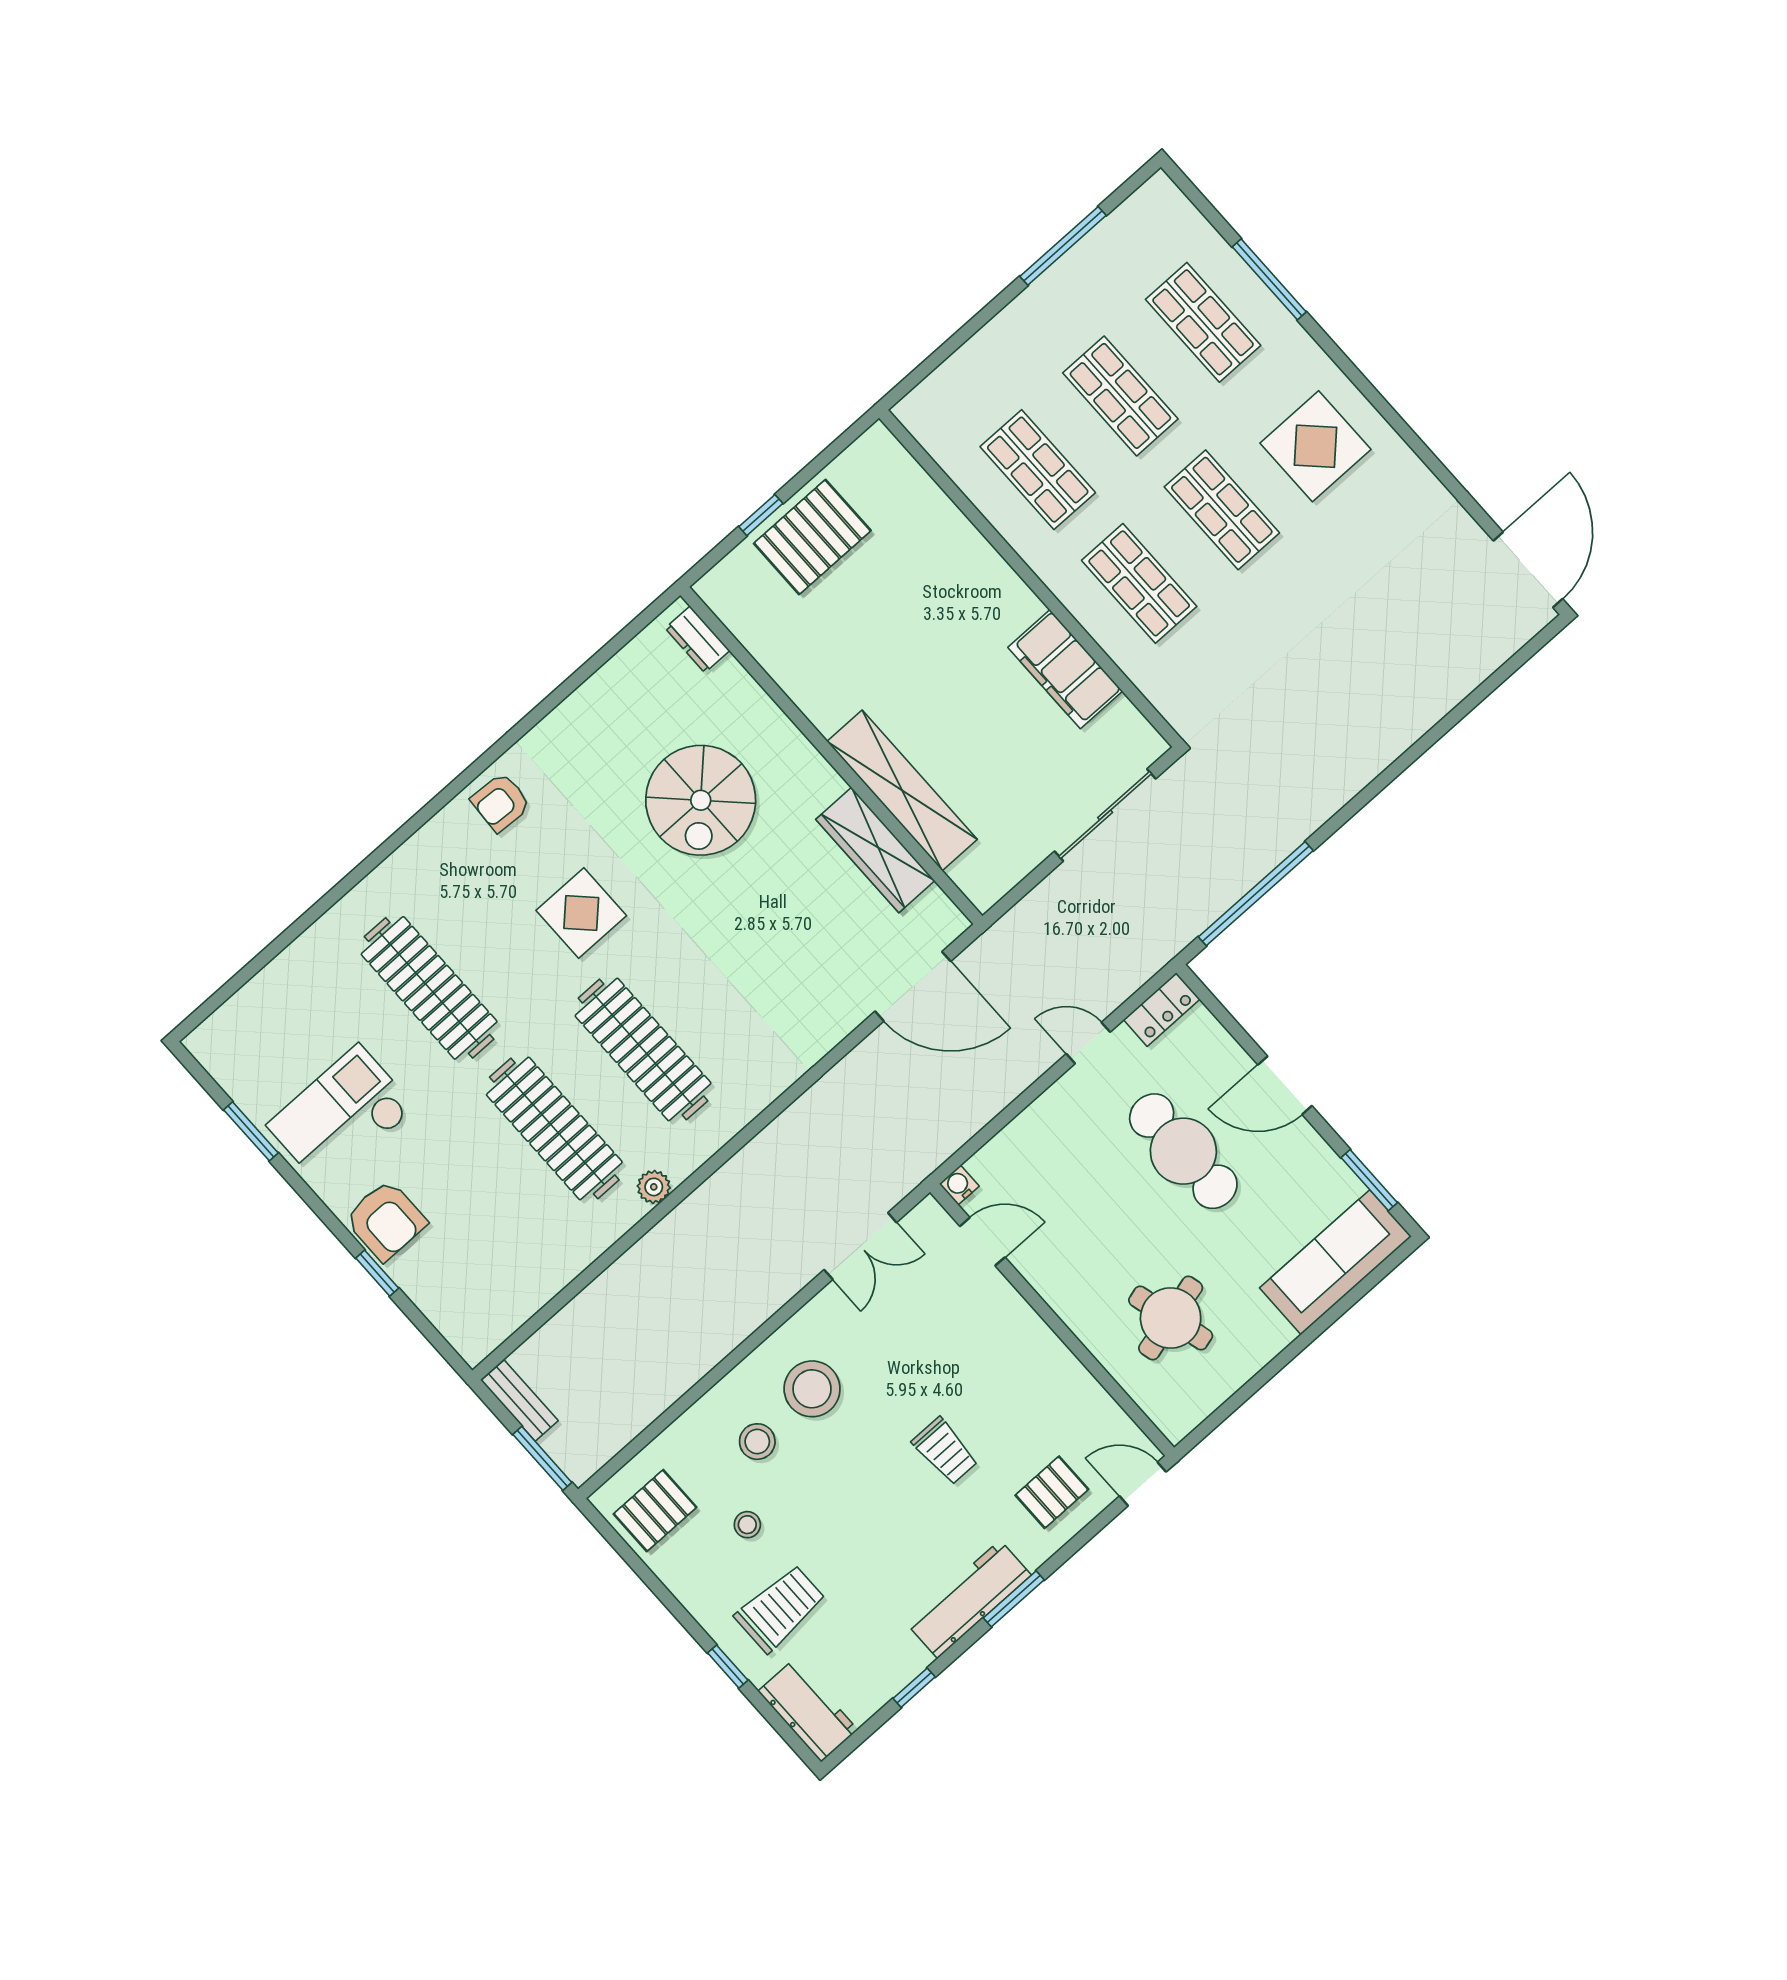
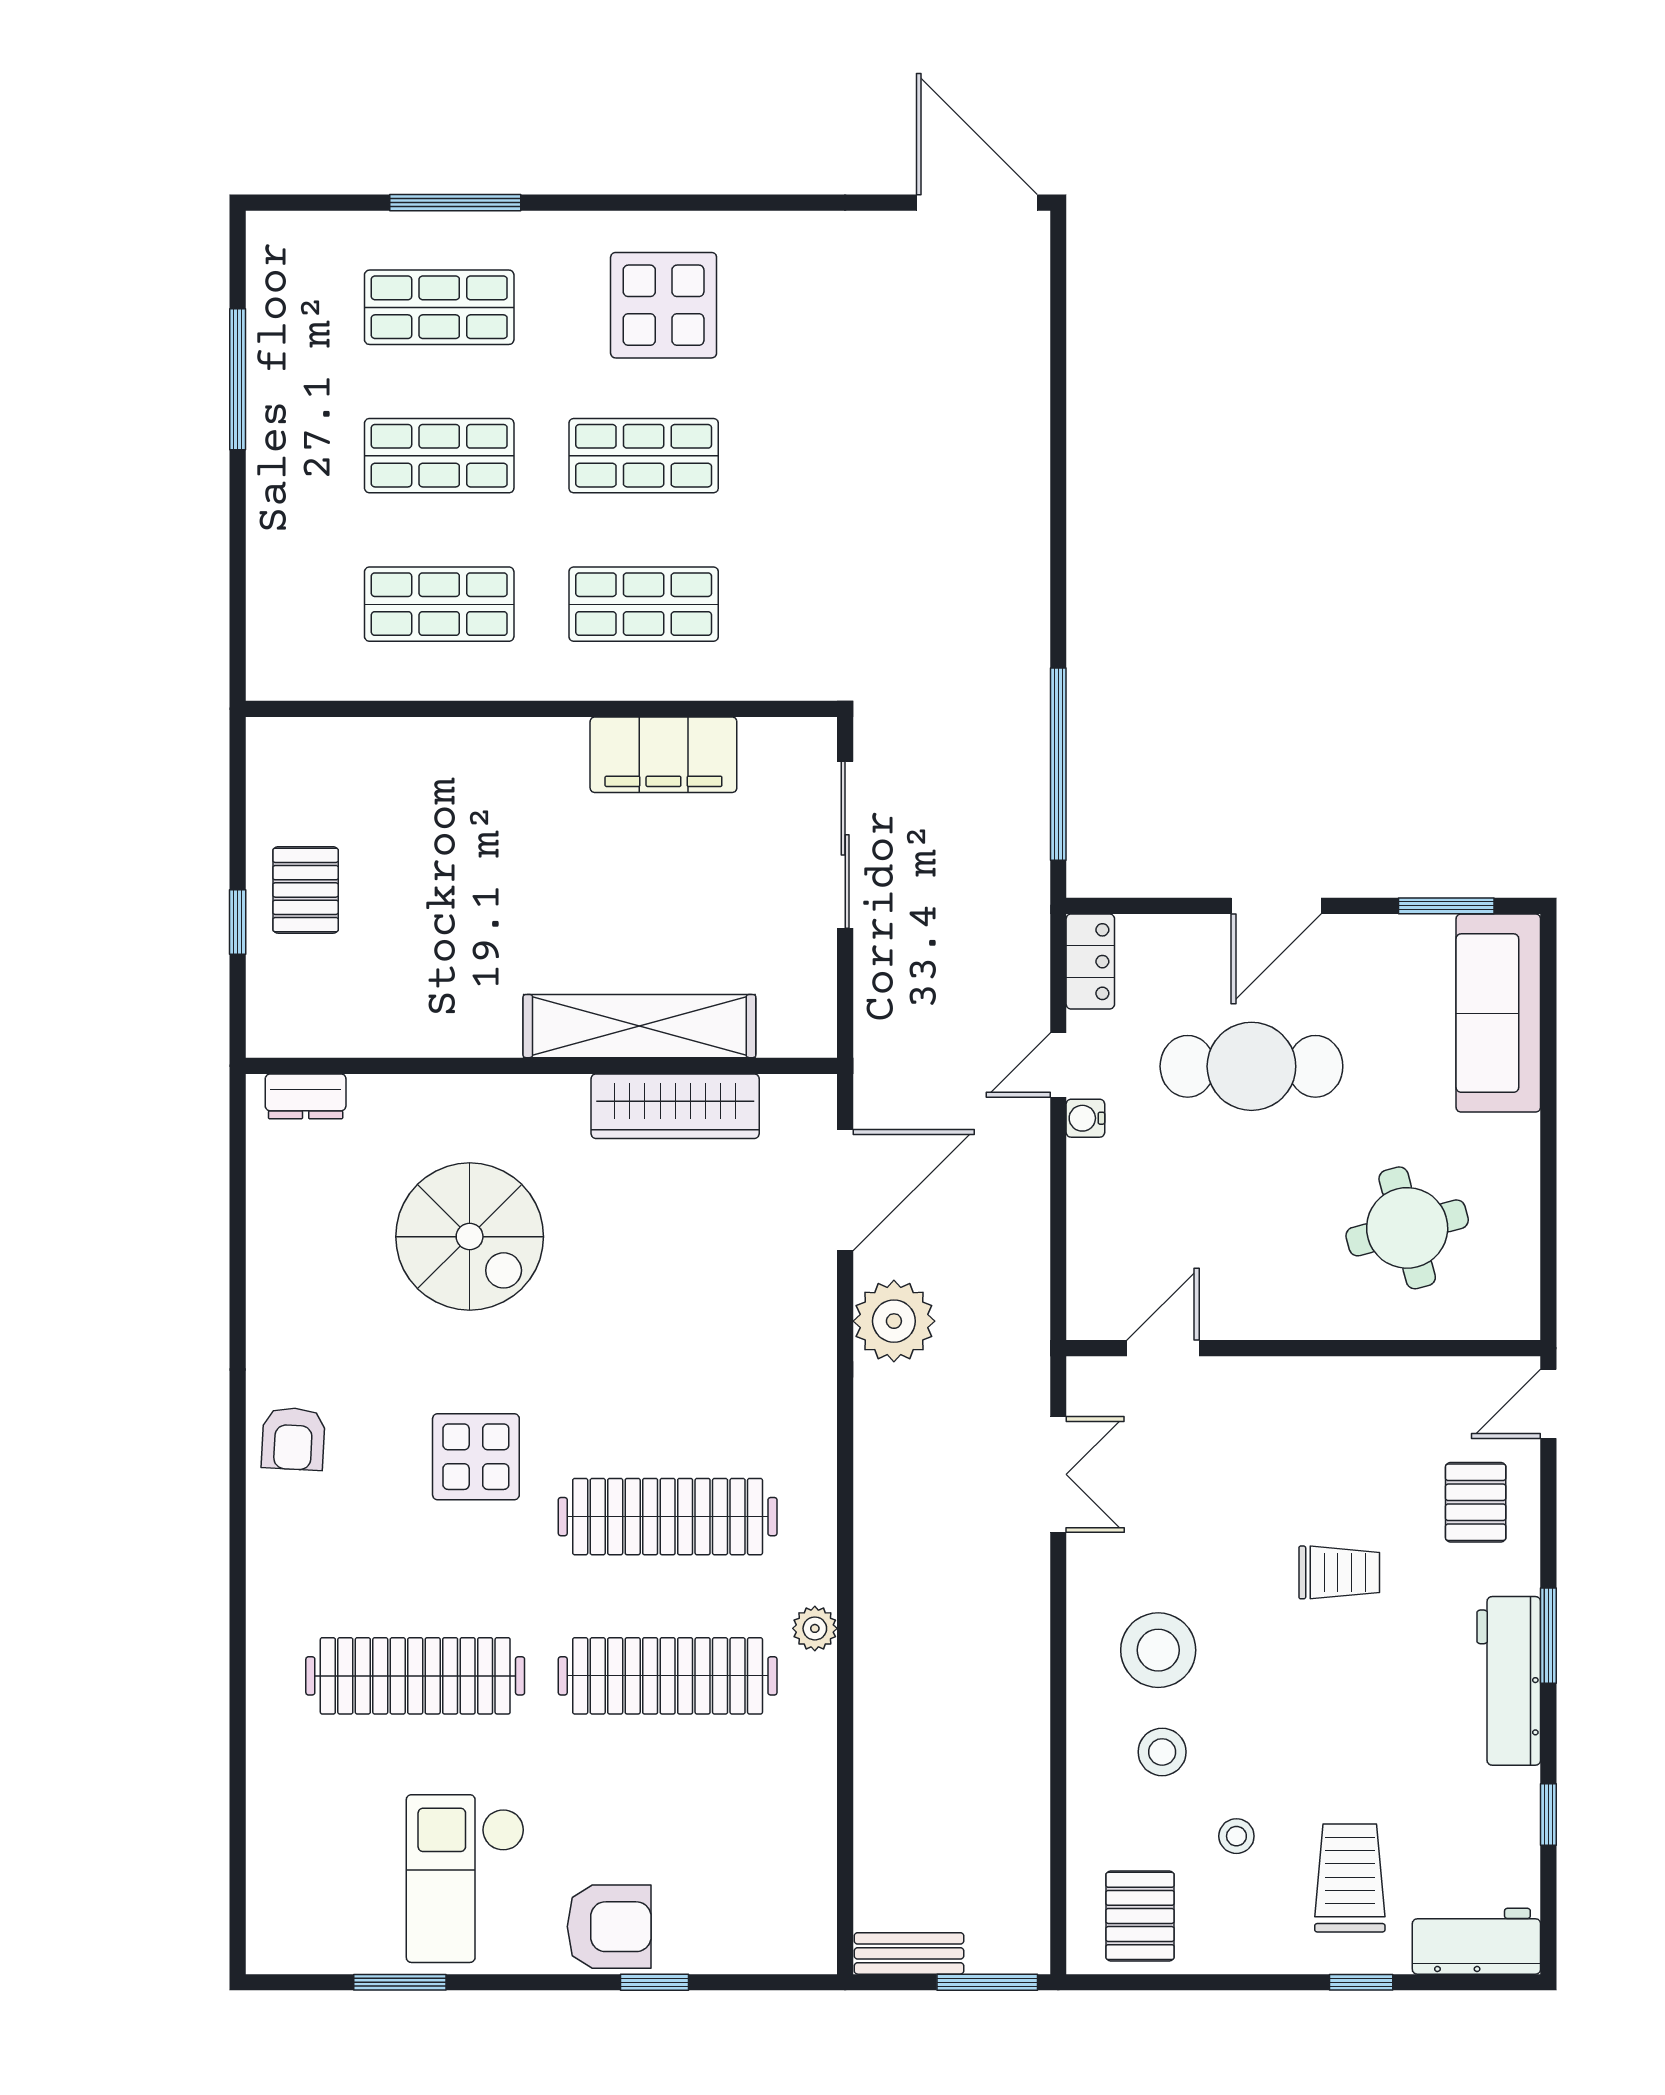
pallet: (812, 537) -> (306, 890), width x0.67, depth x0.71
plant: (864, 1078) -> (894, 1321), added
water cooler: (959, 1185) -> (1085, 1118), moved

